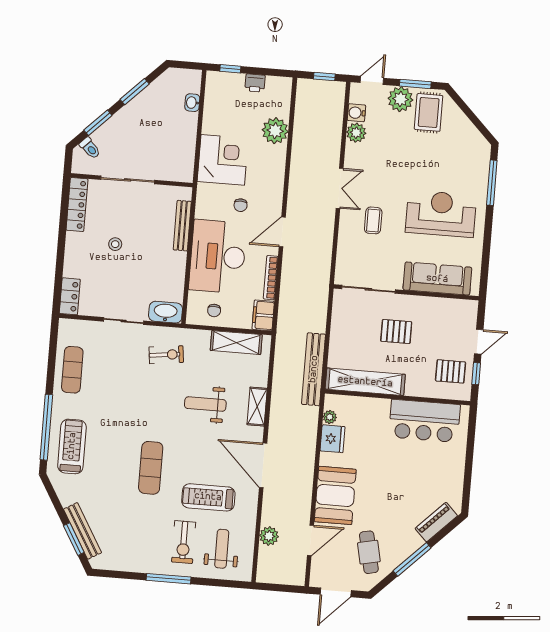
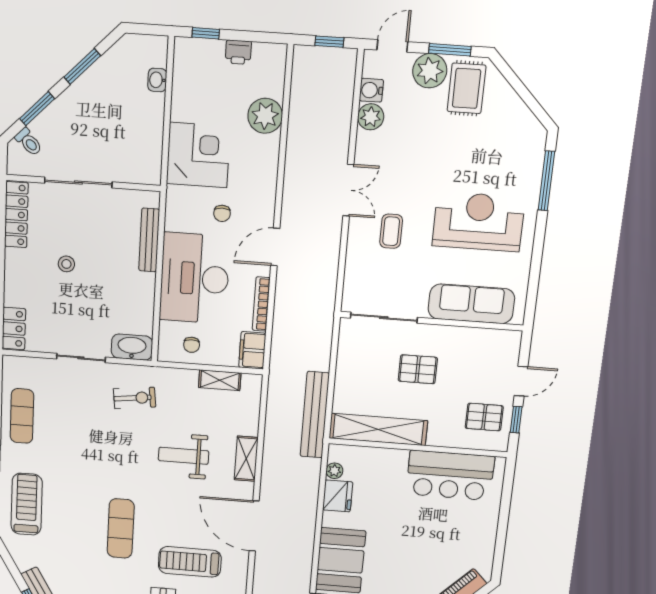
shelving: (236, 343) -> (220, 380), width x0.67, depth x0.75

